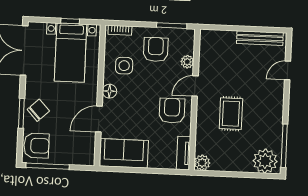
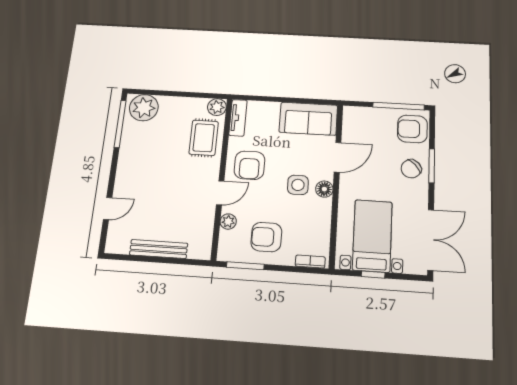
bench: (260, 38) -> (159, 249), moved
armchair: (156, 50) -> (266, 237), turned 90
side table: (124, 66) -> (298, 185), moved
rug: (231, 114) -> (204, 138), moved

